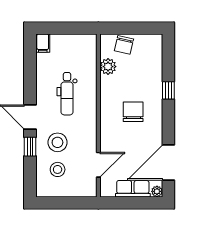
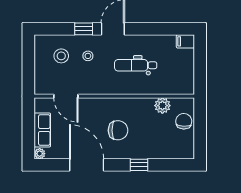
chair: (124, 45) -> (184, 121), turned 80
stool: (57, 142) -> (88, 56), width x0.53, depth x0.53
door: (168, 162) -> (87, 165), moved

